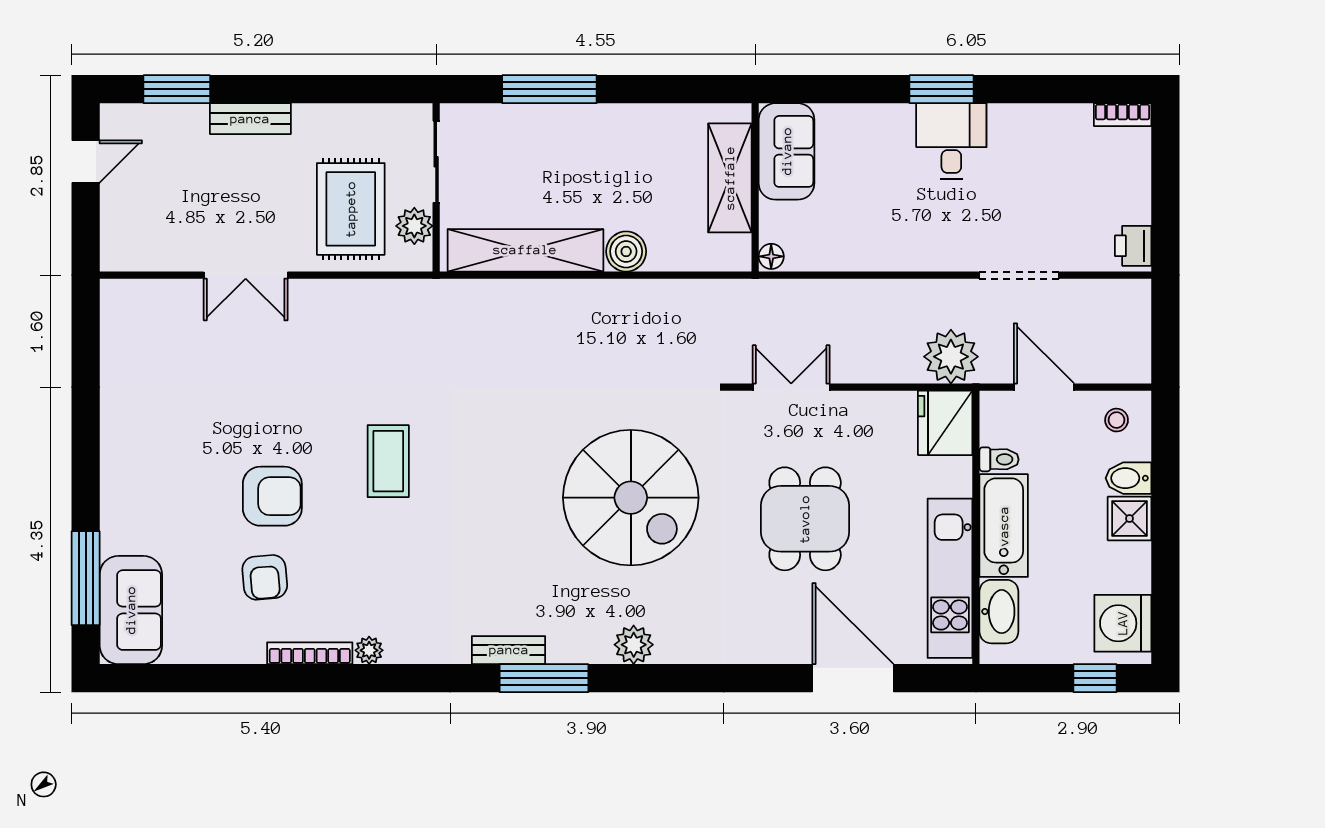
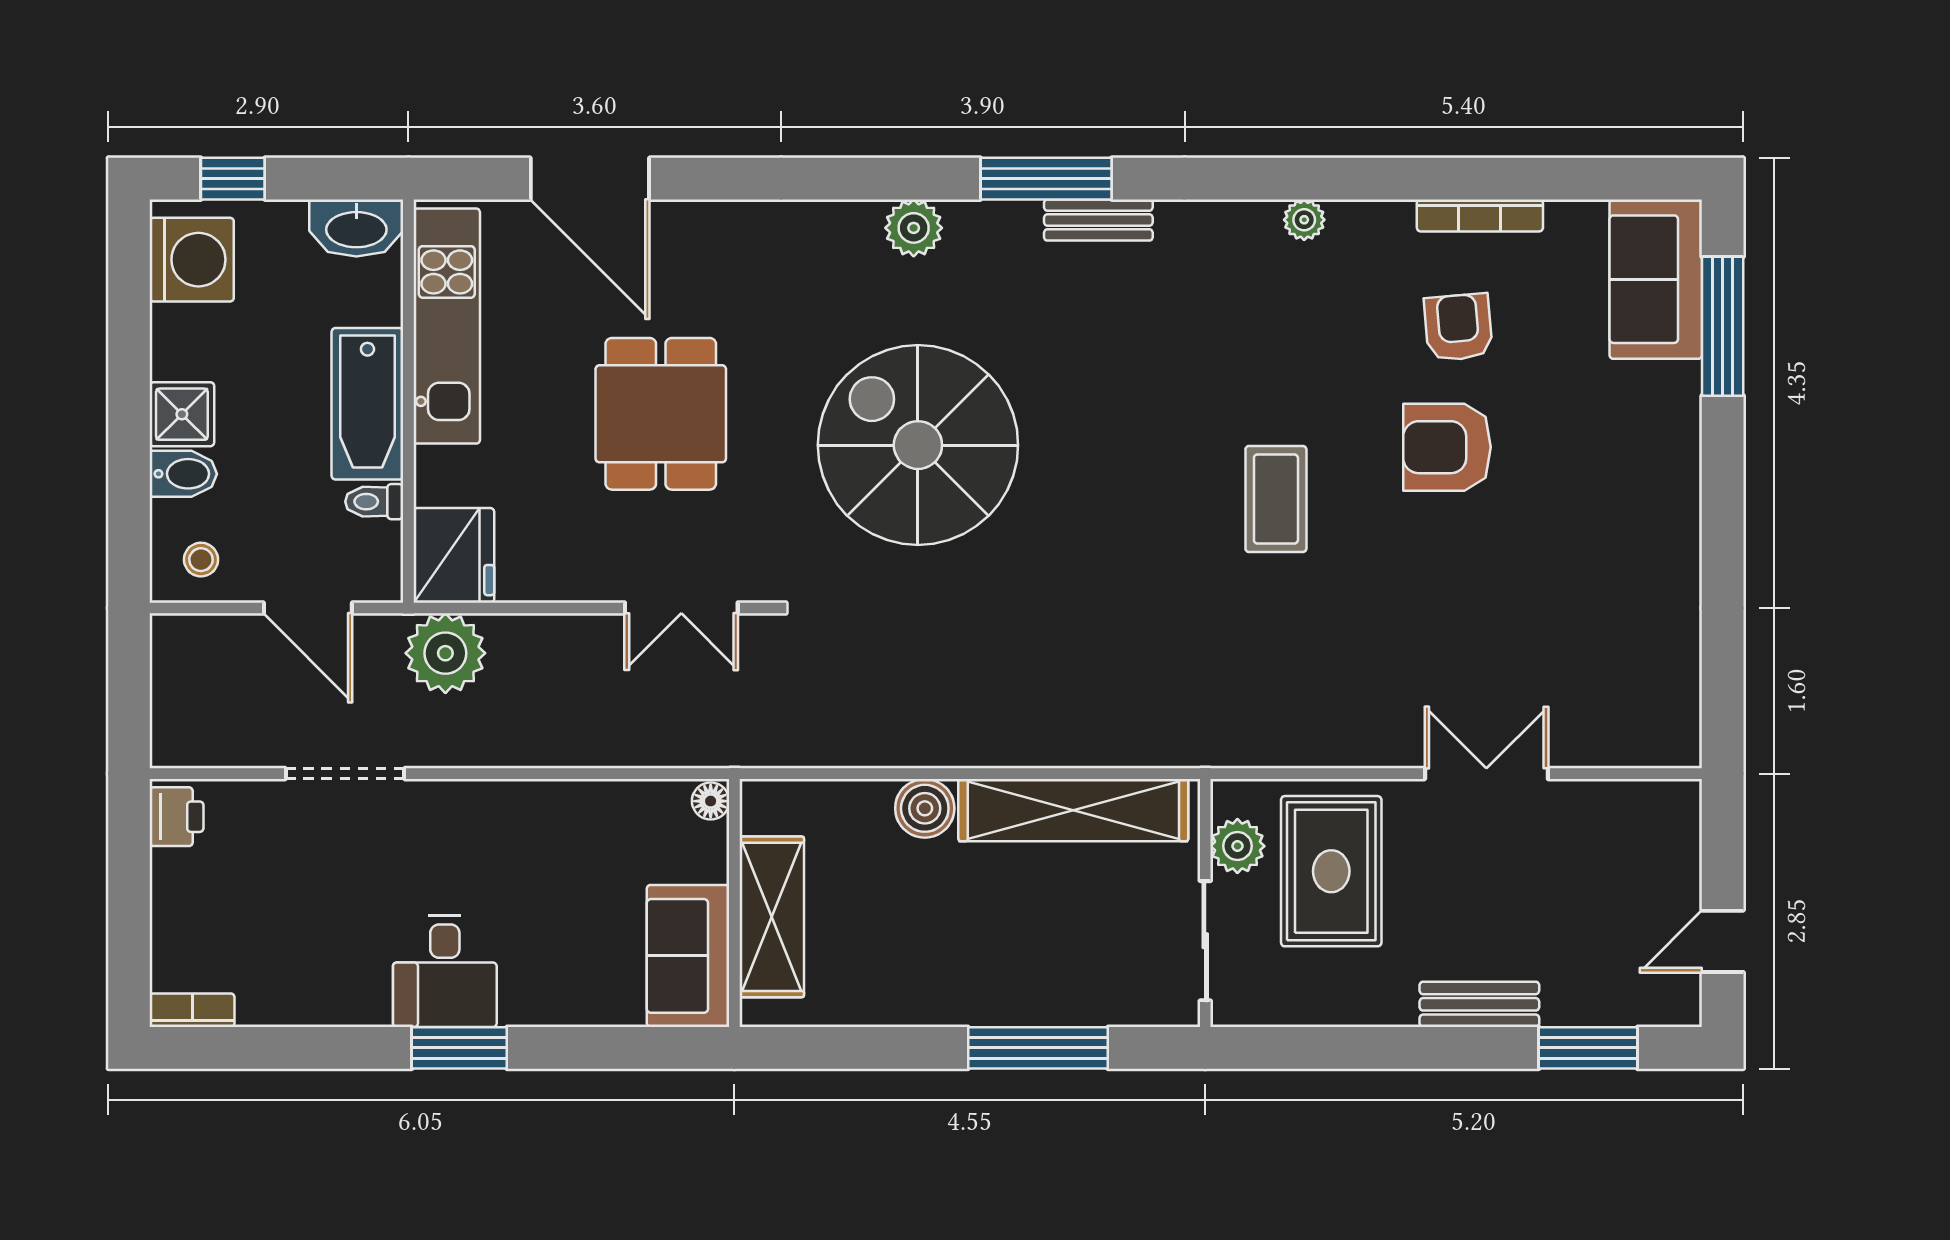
washbasin: (999, 612) -> (356, 228), moved, turned -90
bookcase: (310, 653) -> (1480, 215), moved

